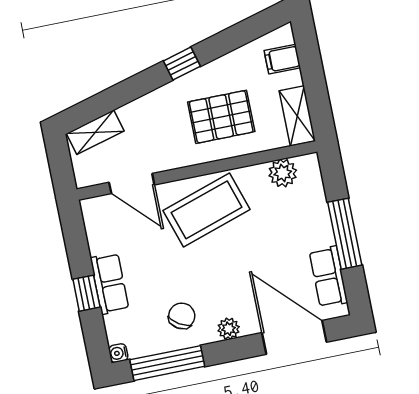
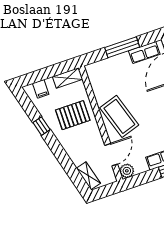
window: (182, 64) -> (41, 126), moved
pallet: (221, 117) -> (73, 115), turned 90
plant: (283, 173) -> (127, 171), moved

